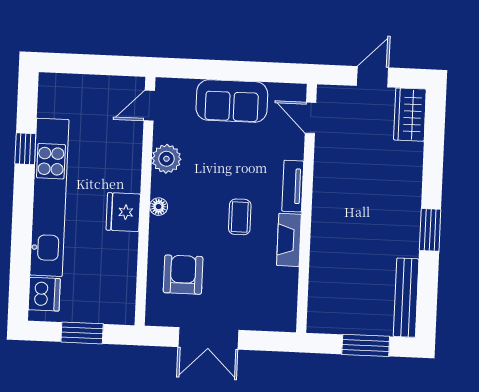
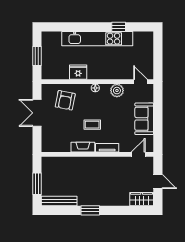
fridge: (123, 212) -> (78, 72), moved
armchair: (183, 275) -> (65, 100), turned 101
dishwasher: (44, 294) -> (54, 38), removed

